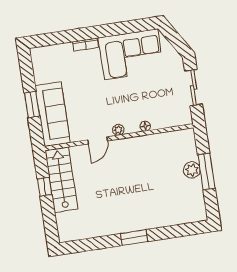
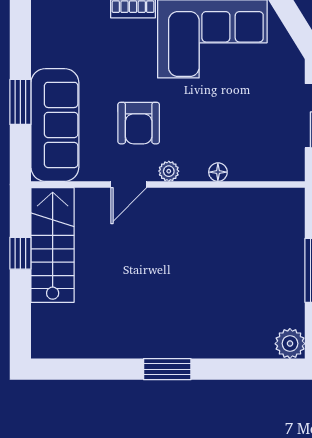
armchair: (98, 106) -> (139, 123), added
plant: (192, 170) -> (290, 344), moved

